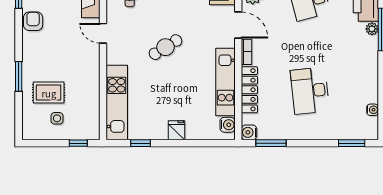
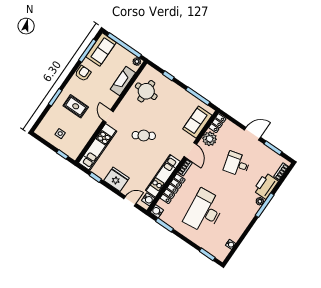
door: (103, 33) -> (108, 116), moved
desk: (310, 91) -> (204, 211), width x1.36, depth x1.30
rug: (49, 93) -> (76, 106), moved
fridge: (176, 130) -> (117, 179), width x1.88, depth x1.34
door: (206, 143) -> (130, 201), added

